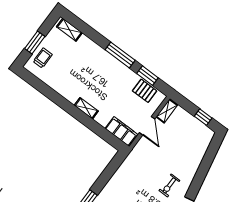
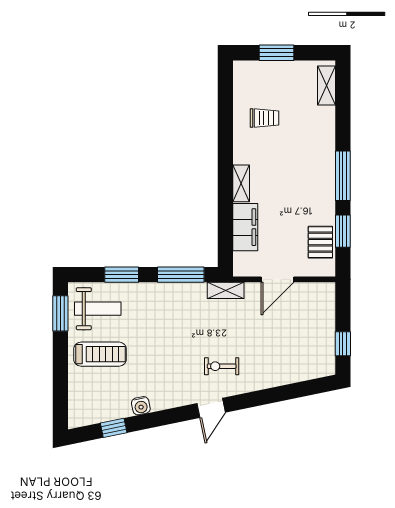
trolley: (43, 58) -> (264, 118), moved
shelving: (167, 111) -> (226, 290), moved
filing cabinet: (121, 131) -> (245, 227), moved
window: (109, 172) -> (181, 275), added

